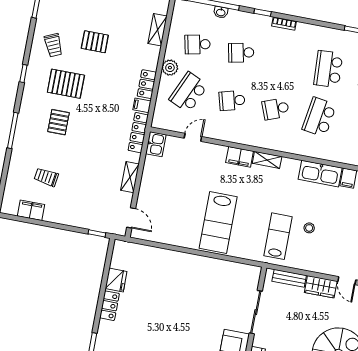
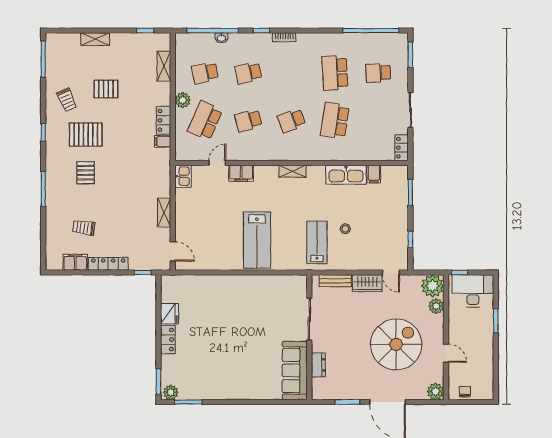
locker: (138, 133) -> (108, 264), moved, turned 90
filing cabinet: (240, 157) -> (241, 173), moved

